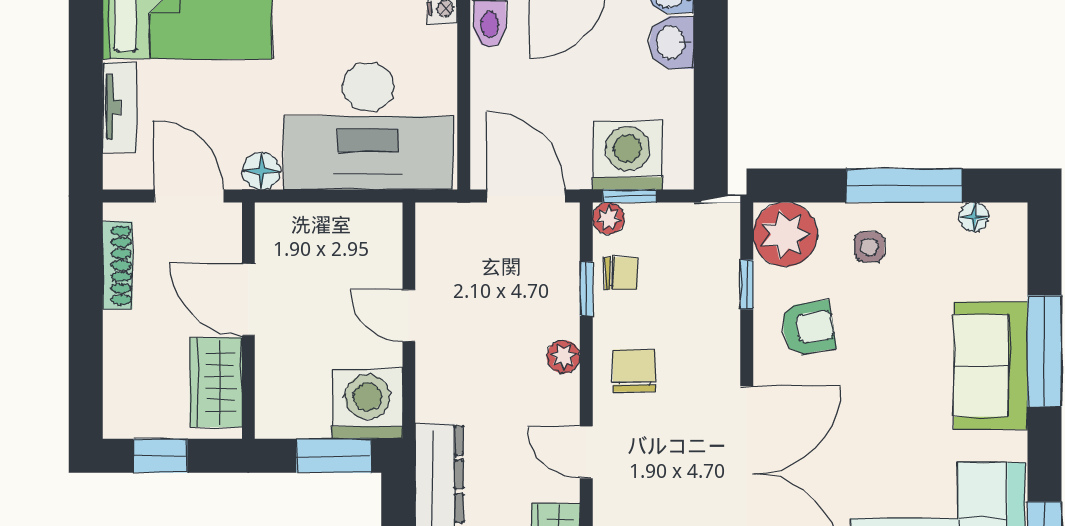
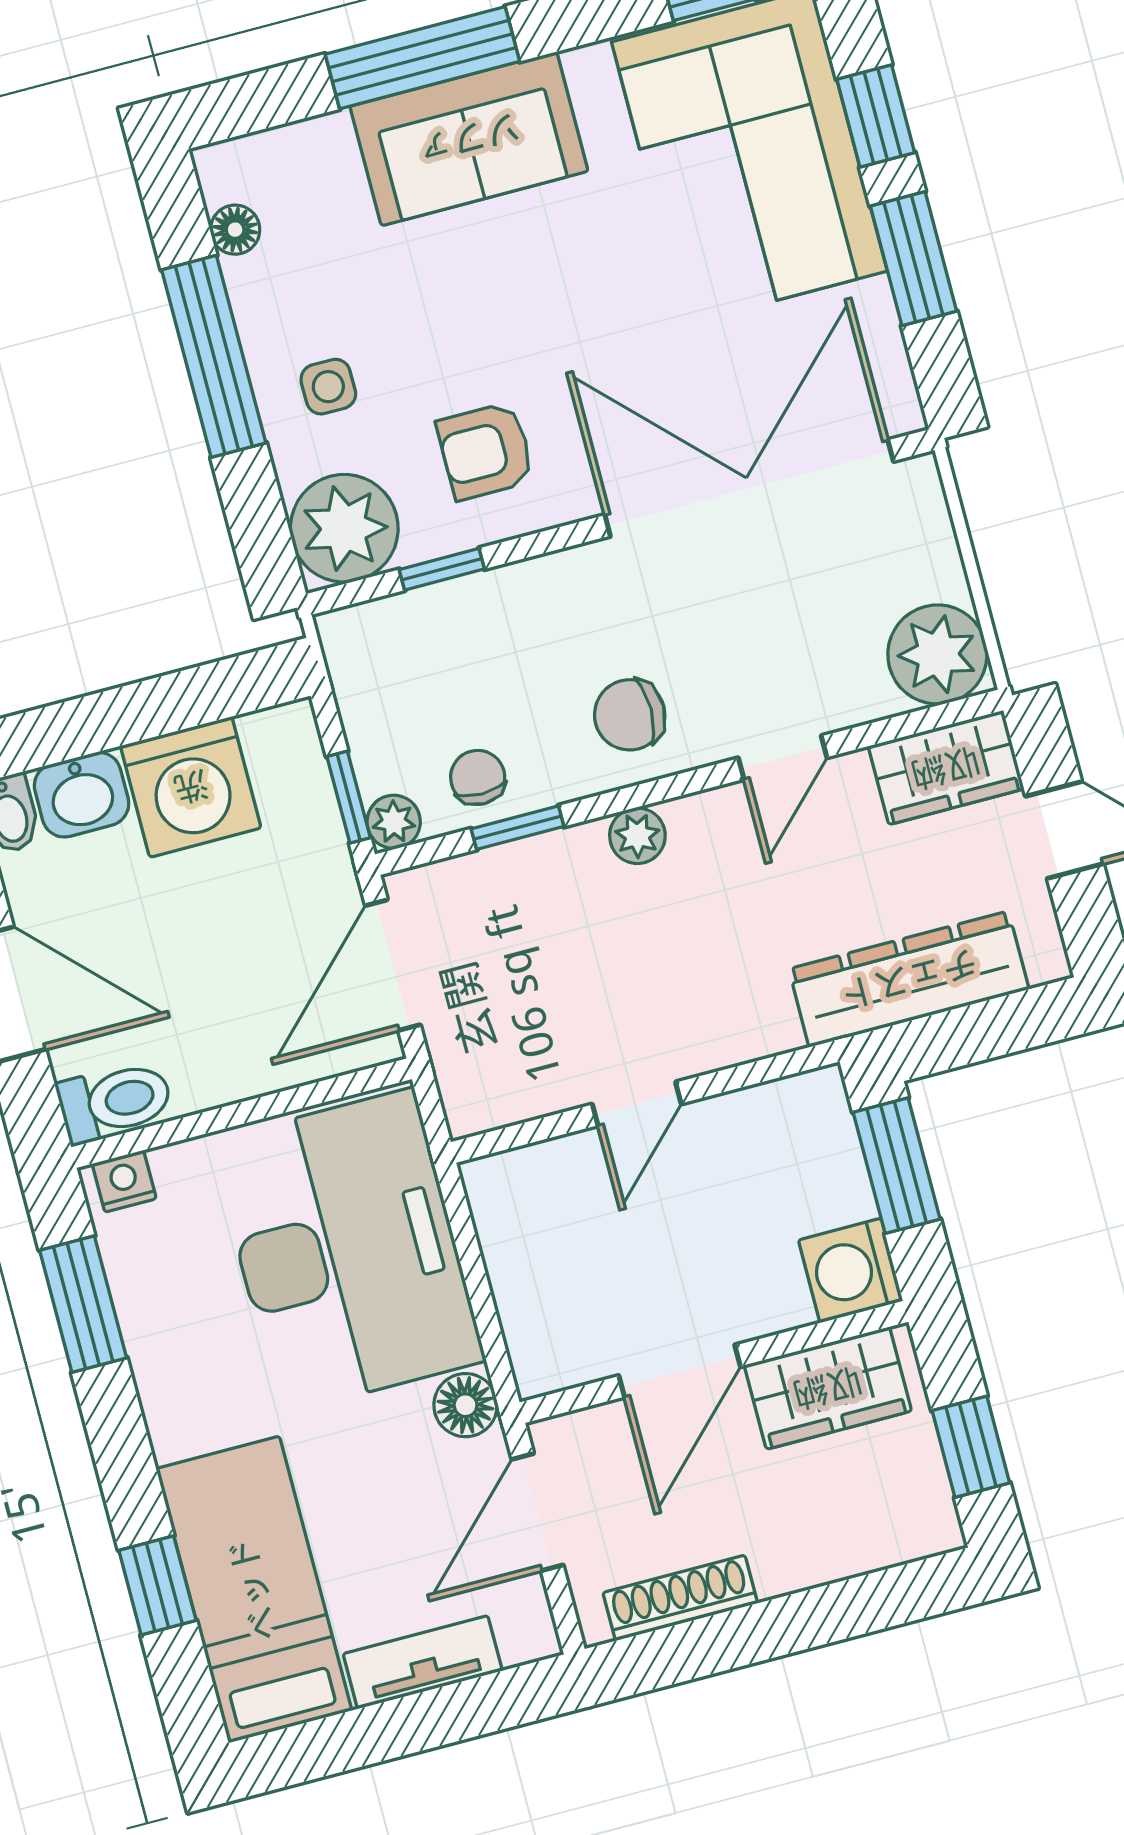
washing machine: (628, 155) -> (191, 787), moved, turned -90
armchair: (808, 328) -> (486, 451), turned -81
washing machine: (367, 404) -> (851, 1271), moved, width x0.73, depth x0.73

